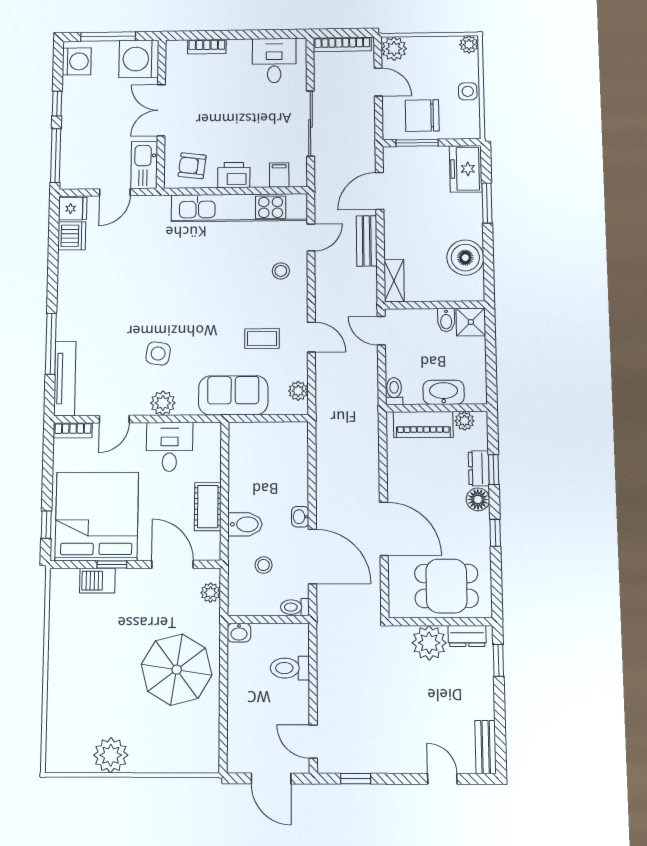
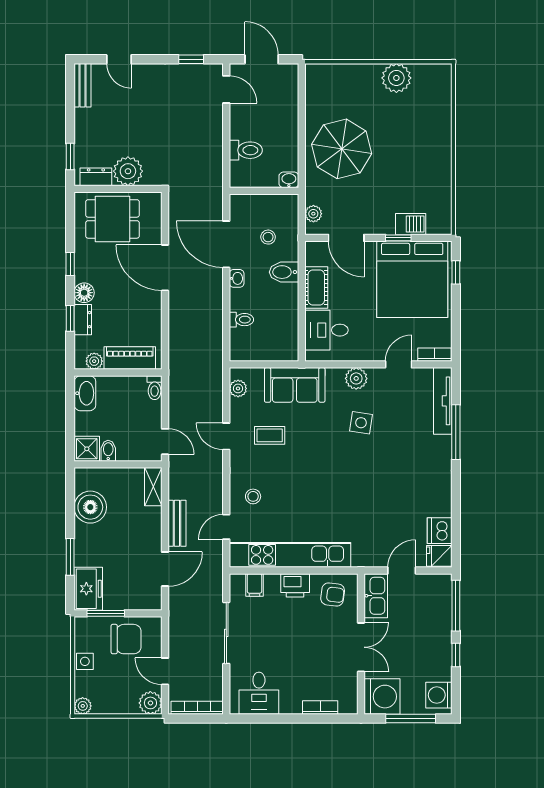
window: (417, 143) -> (106, 613), moved
washbasin: (444, 392) -> (85, 393), moved, turned -90
desk: (170, 447) -> (326, 330), moved, turned 90
toilet: (295, 607) -> (241, 320), moved

